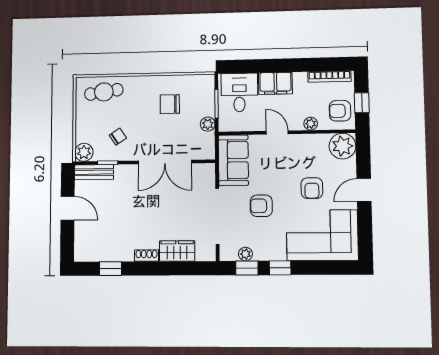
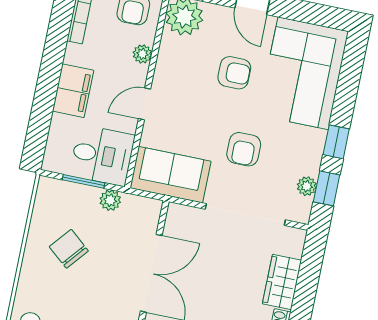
desk: (239, 92) -> (102, 155), moved, turned 180
chair: (170, 104) -> (69, 249), turned 130

